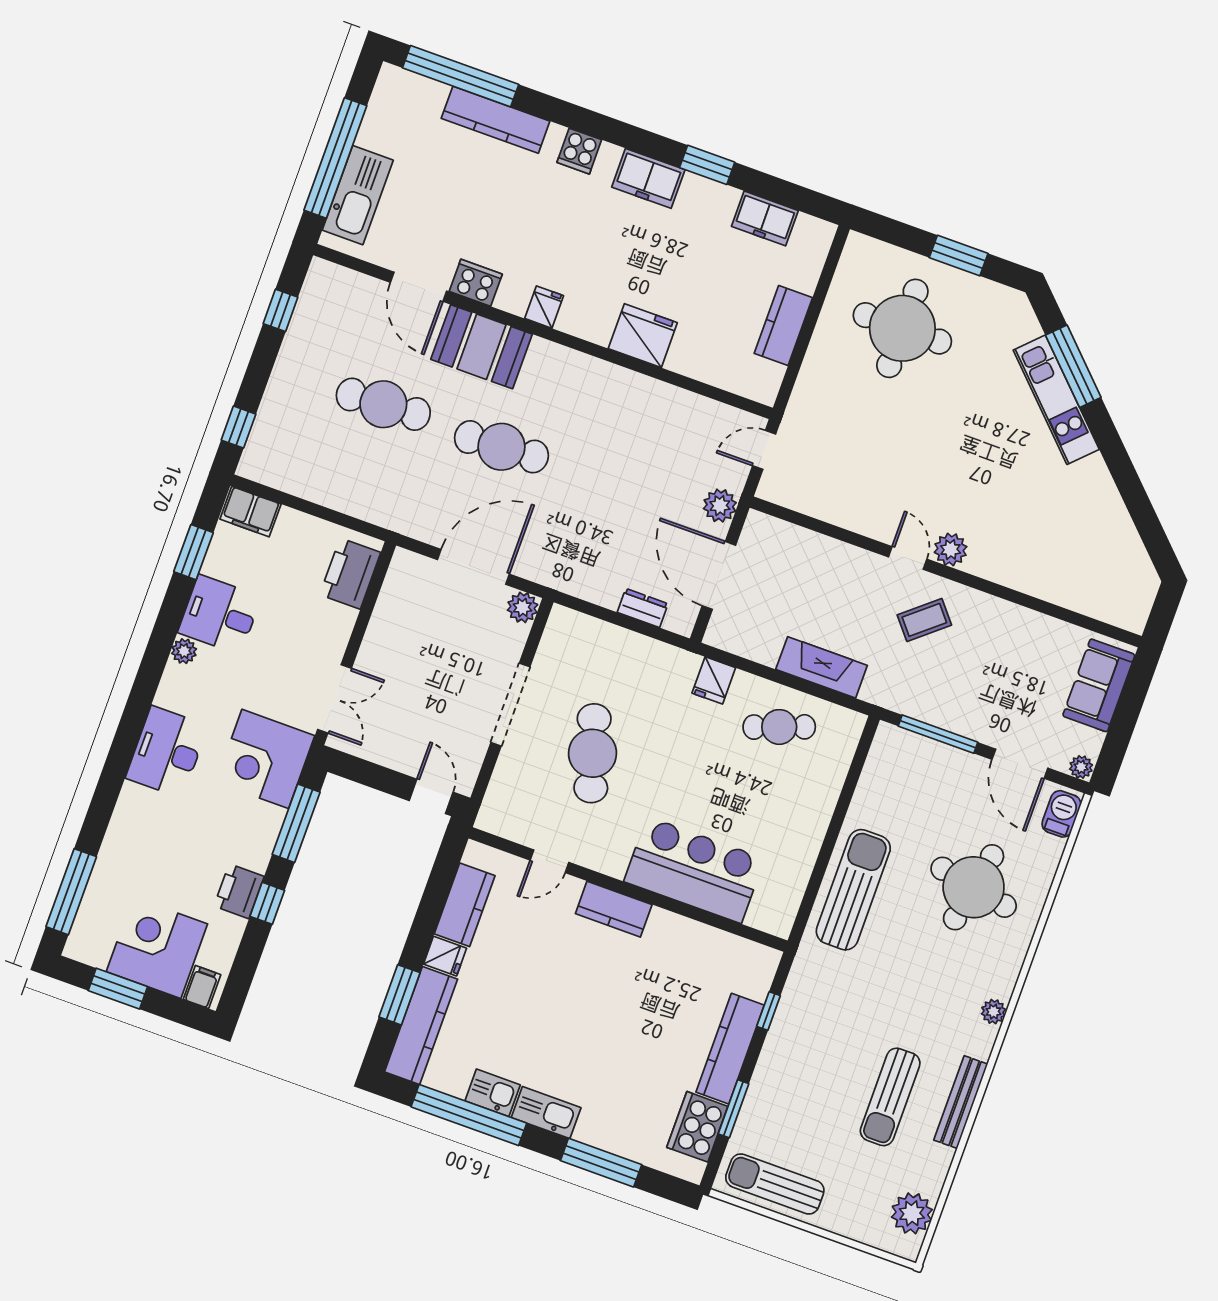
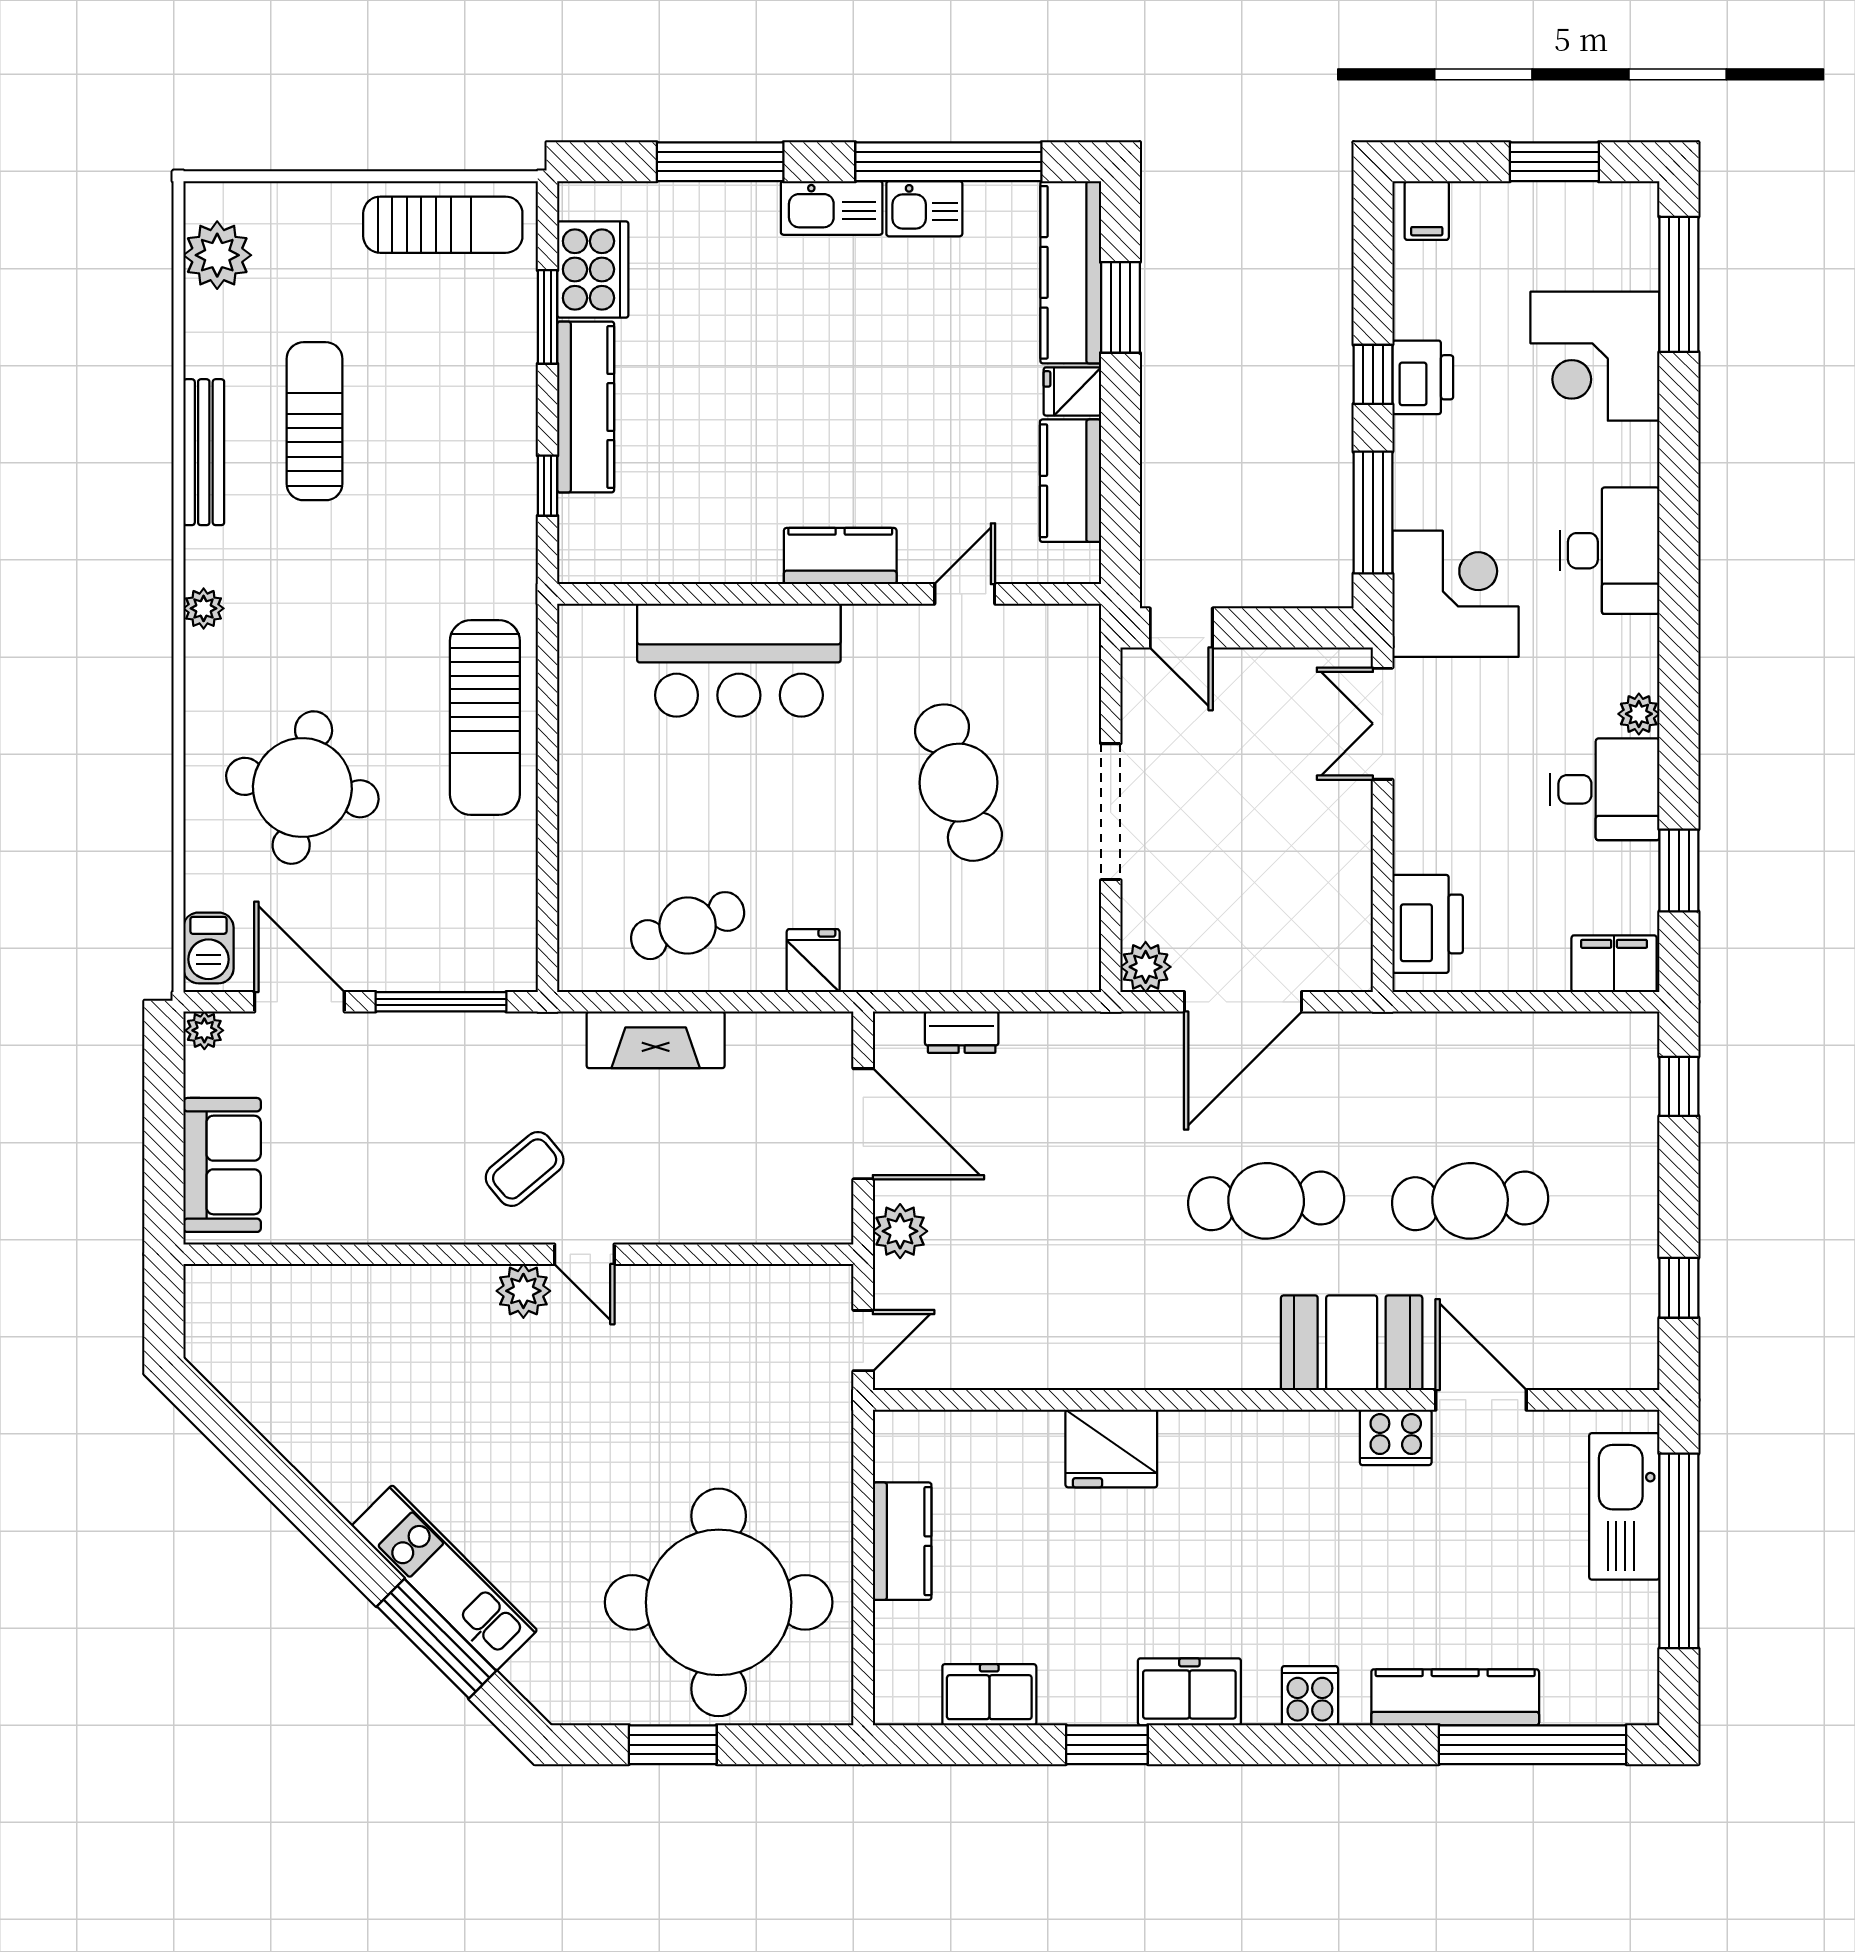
fridge: (544, 307) -> (1278, 1438), removed
round table: (902, 328) -> (719, 1602), width x1.36, depth x1.36
corner desk: (157, 948) -> (1595, 356), moved, turned 90

